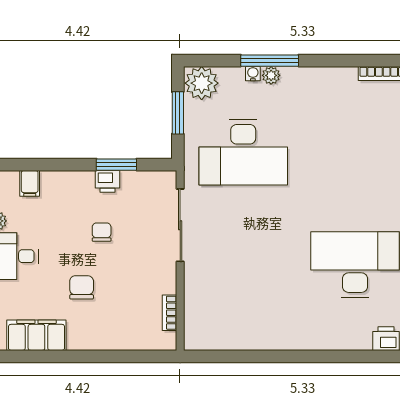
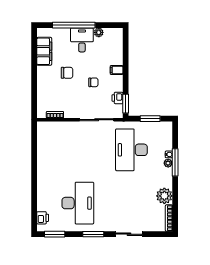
plant: (202, 83) -> (164, 196), moved
window: (116, 165) -> (126, 104), moved
printer: (108, 181) -> (118, 98), moved
filing cabinet: (30, 183) -> (117, 70), moved

